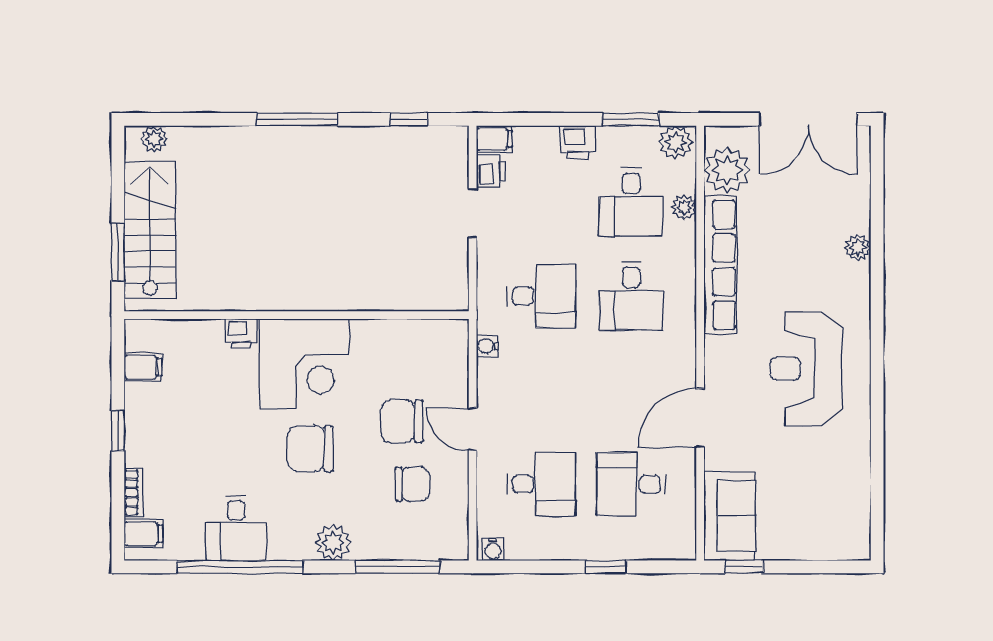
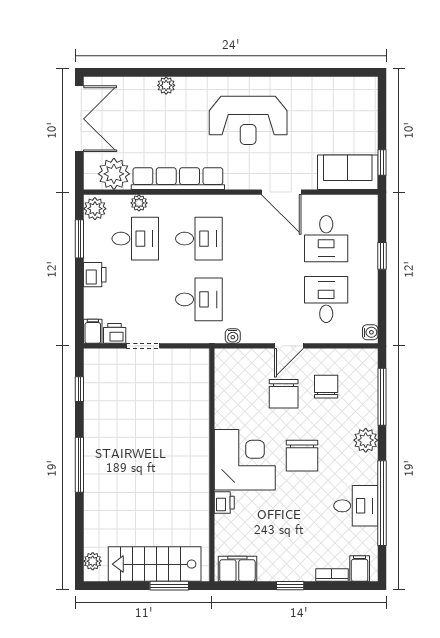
desk: (541, 296) -> (199, 299), turned 90
filing cabinet: (143, 367) -> (237, 569), width x2.00

